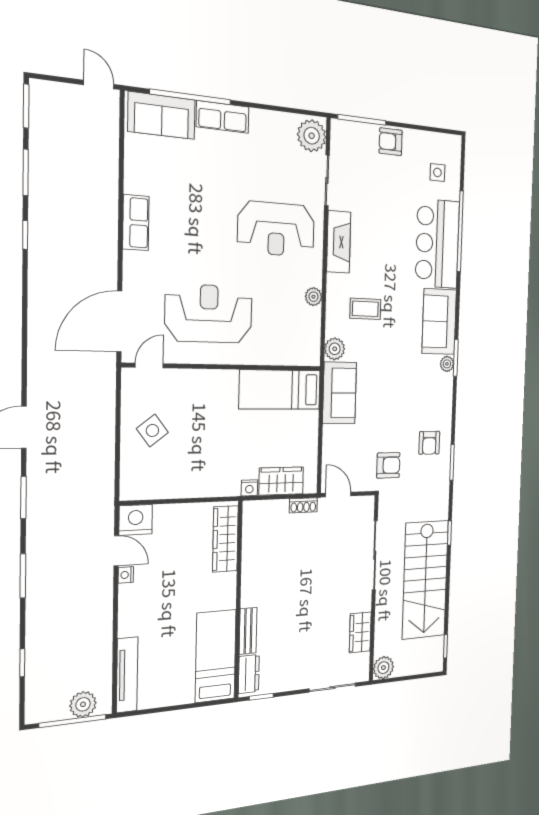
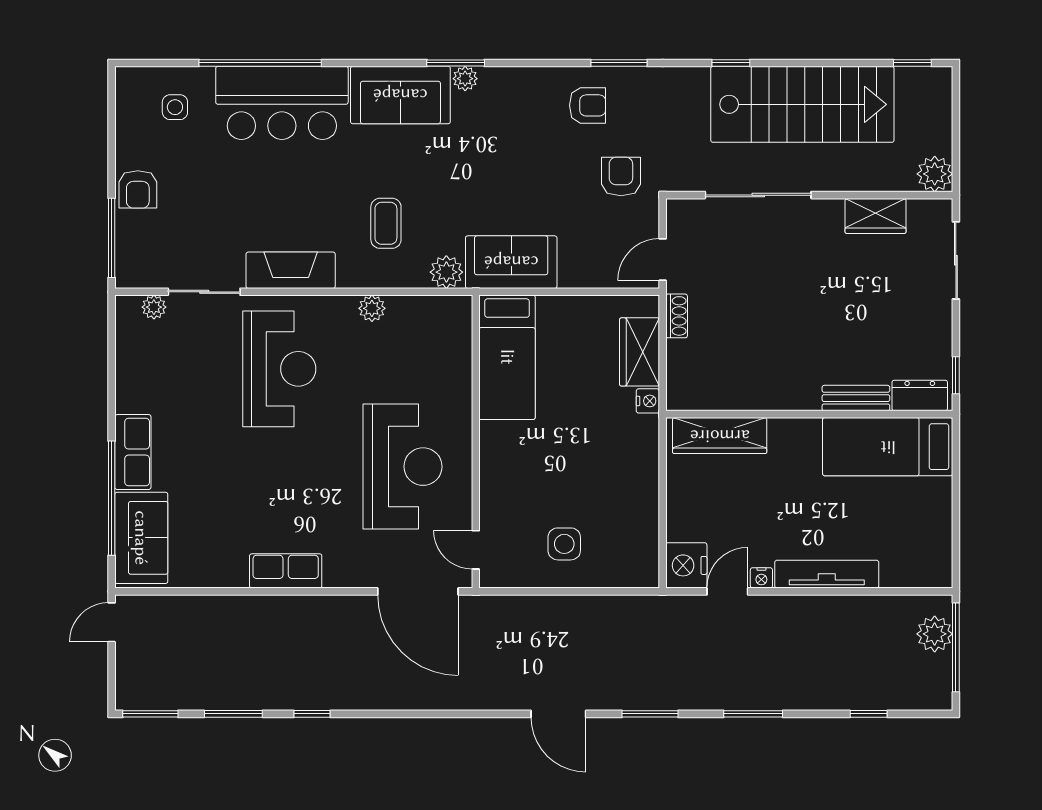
plant: (312, 136) -> (154, 307), width x0.53, depth x0.53
reception desk: (209, 314) -> (403, 467), turned 180
side table: (152, 430) -> (564, 544), turned 37
tv unit: (127, 675) -> (827, 574), moved

